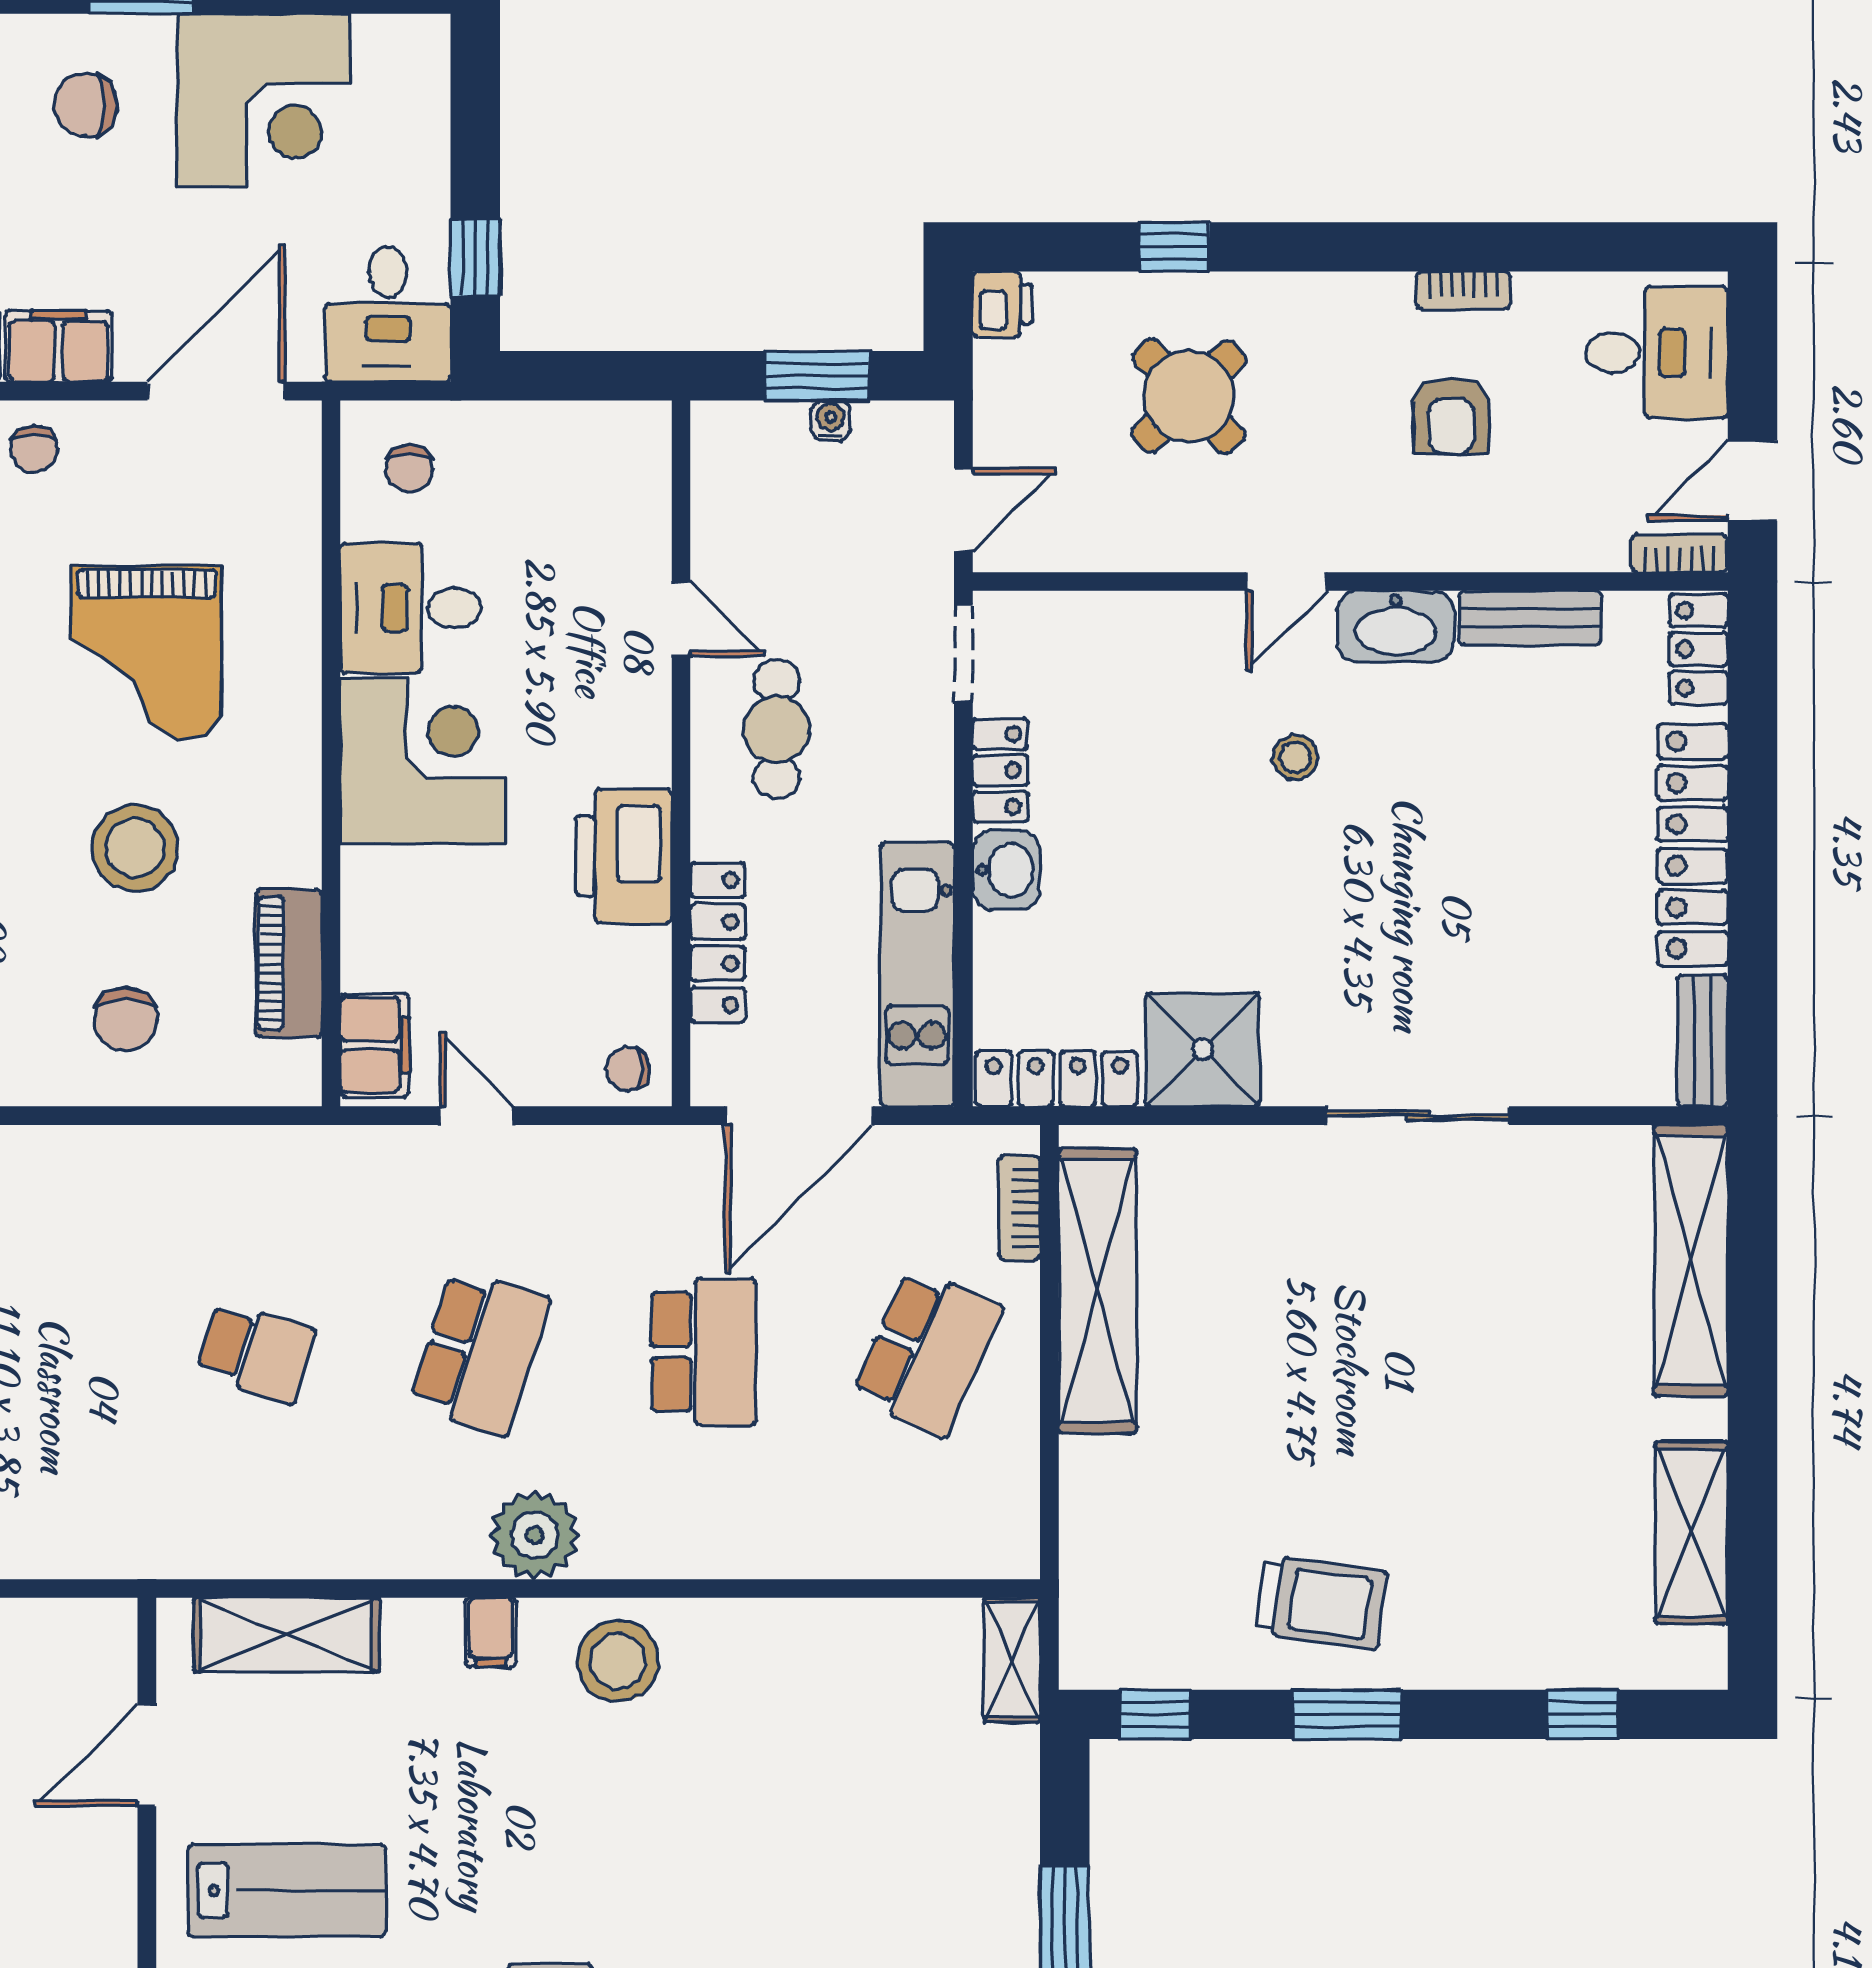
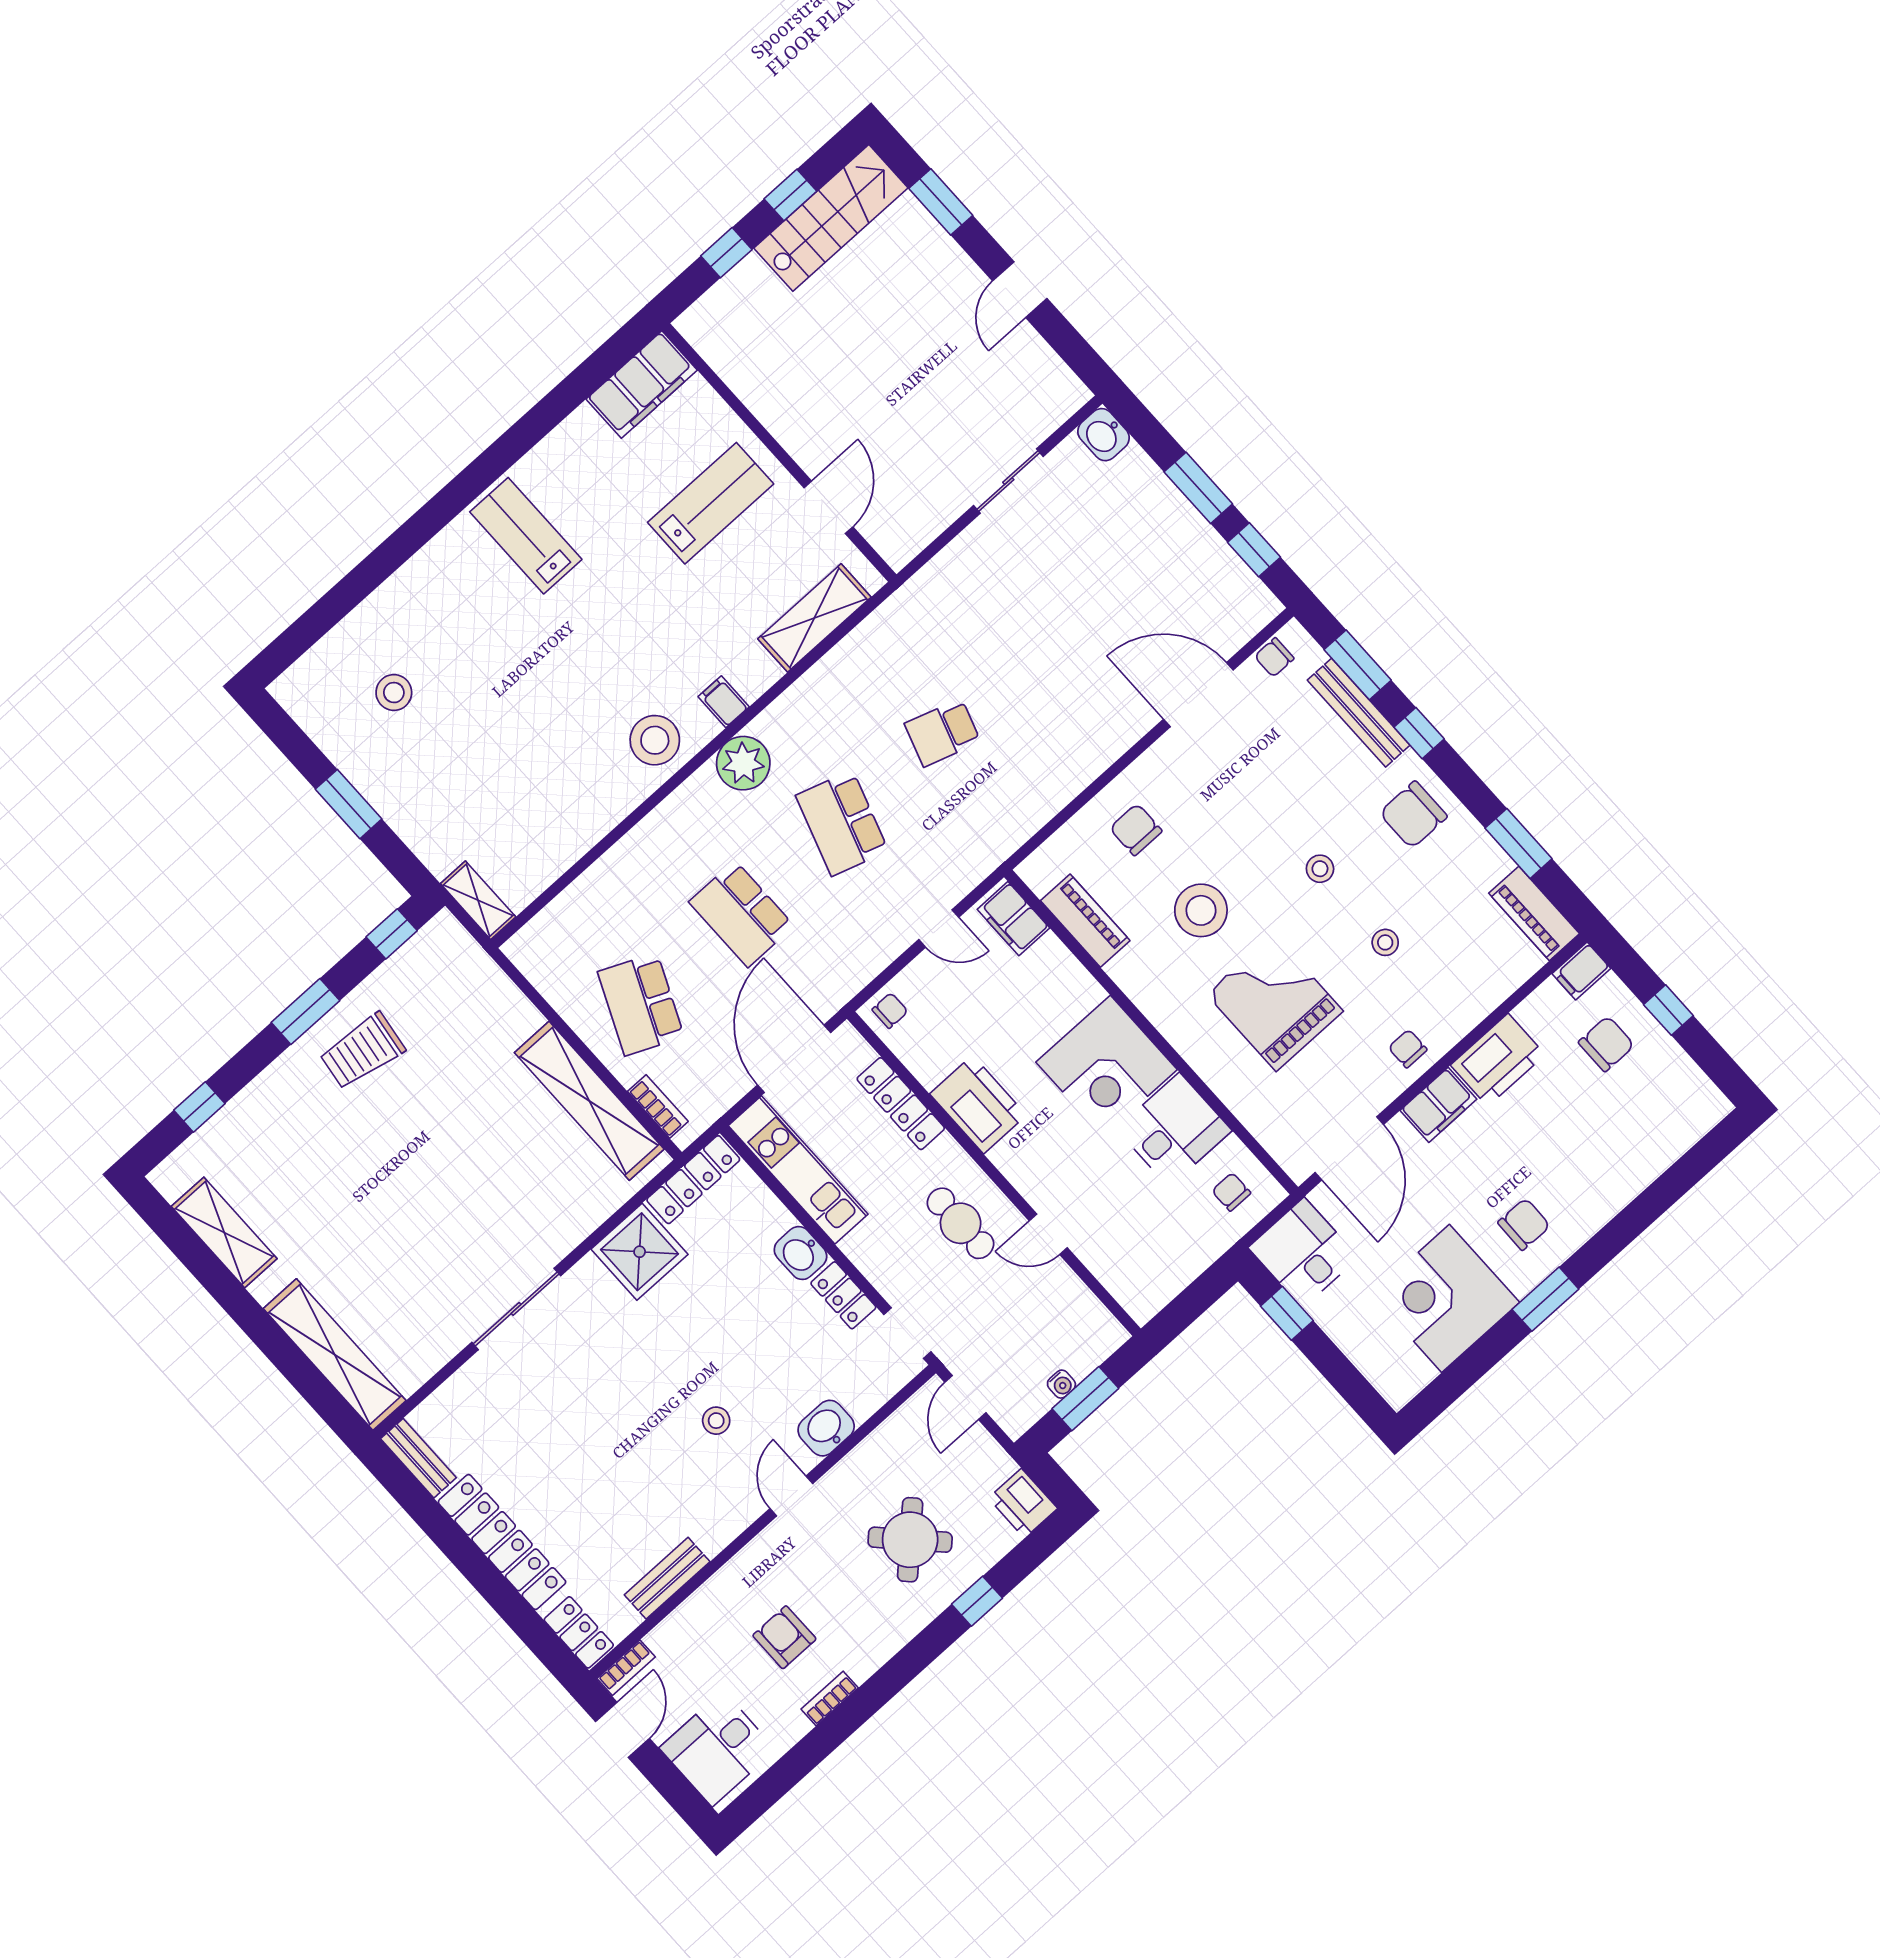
printer: (1003, 304) -> (1023, 1503), width x1.36, depth x1.24
washbasin: (1396, 626) -> (826, 1428), moved, width x0.72
lab bench: (287, 1891) -> (711, 503), turned 180

